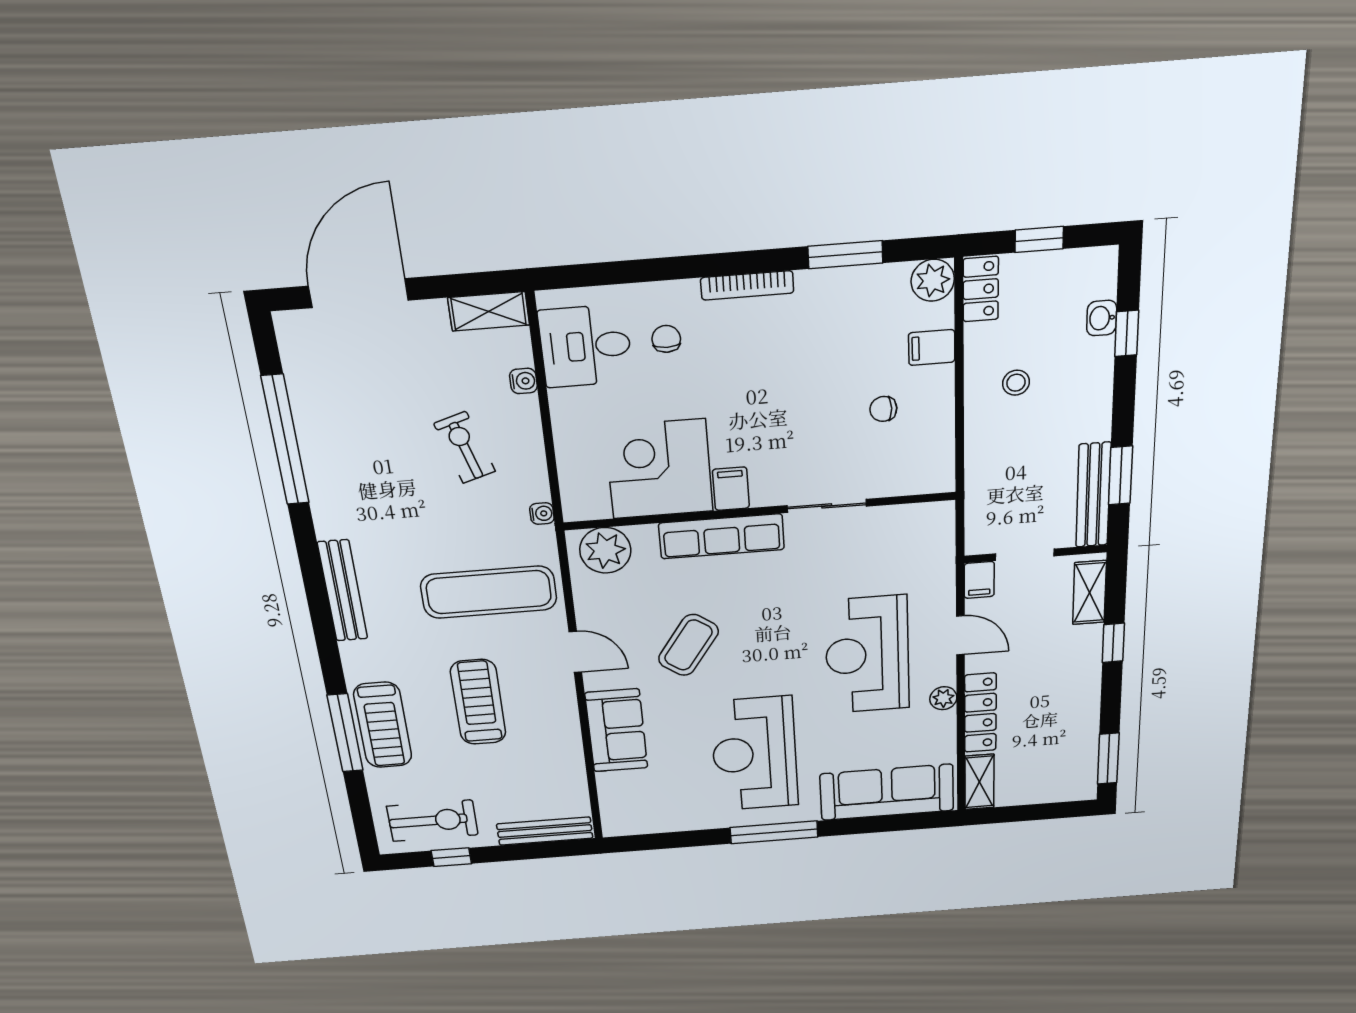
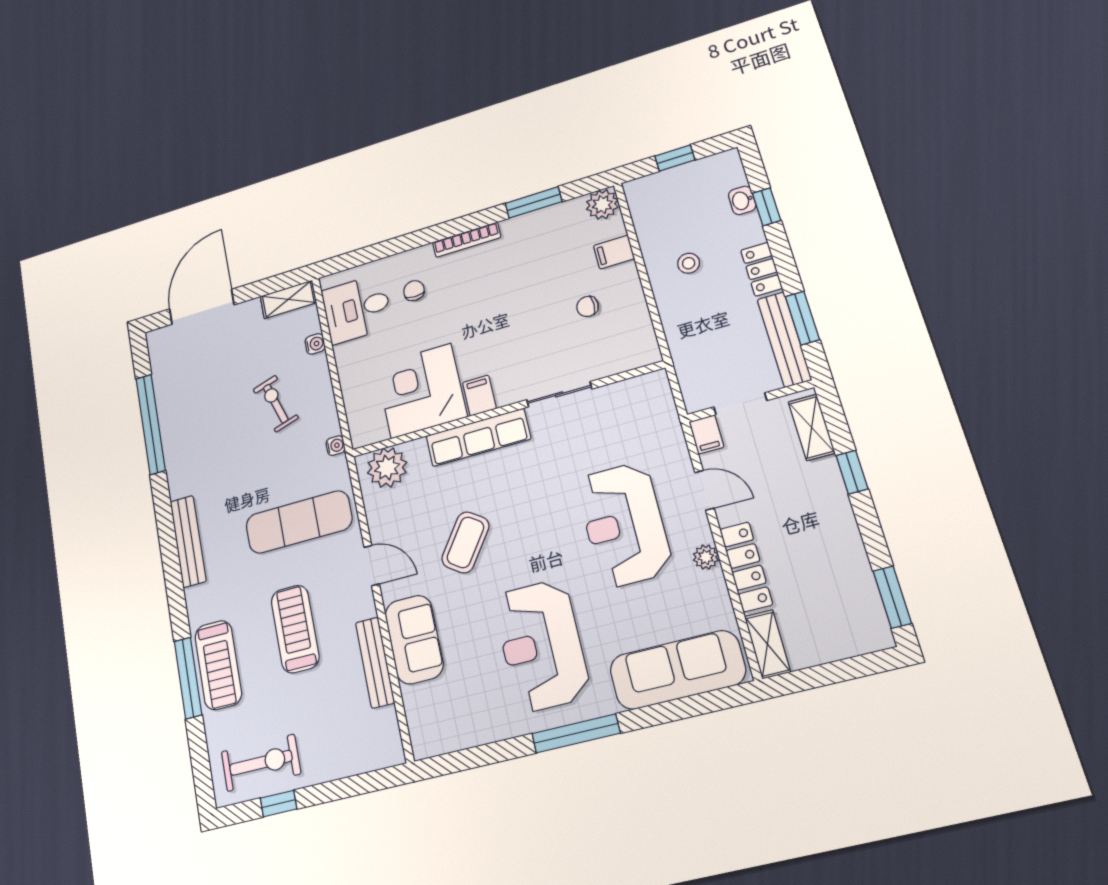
locker: (981, 289) -> (762, 269), moved, turned 180
bench: (545, 831) -> (375, 662), moved, turned 90

